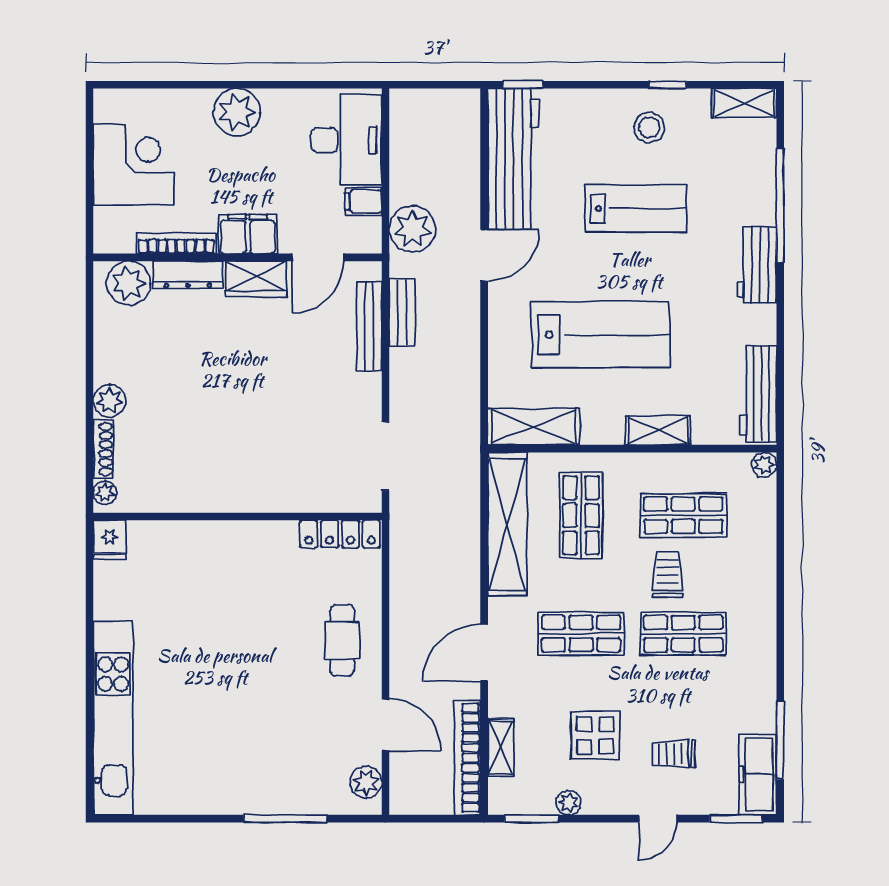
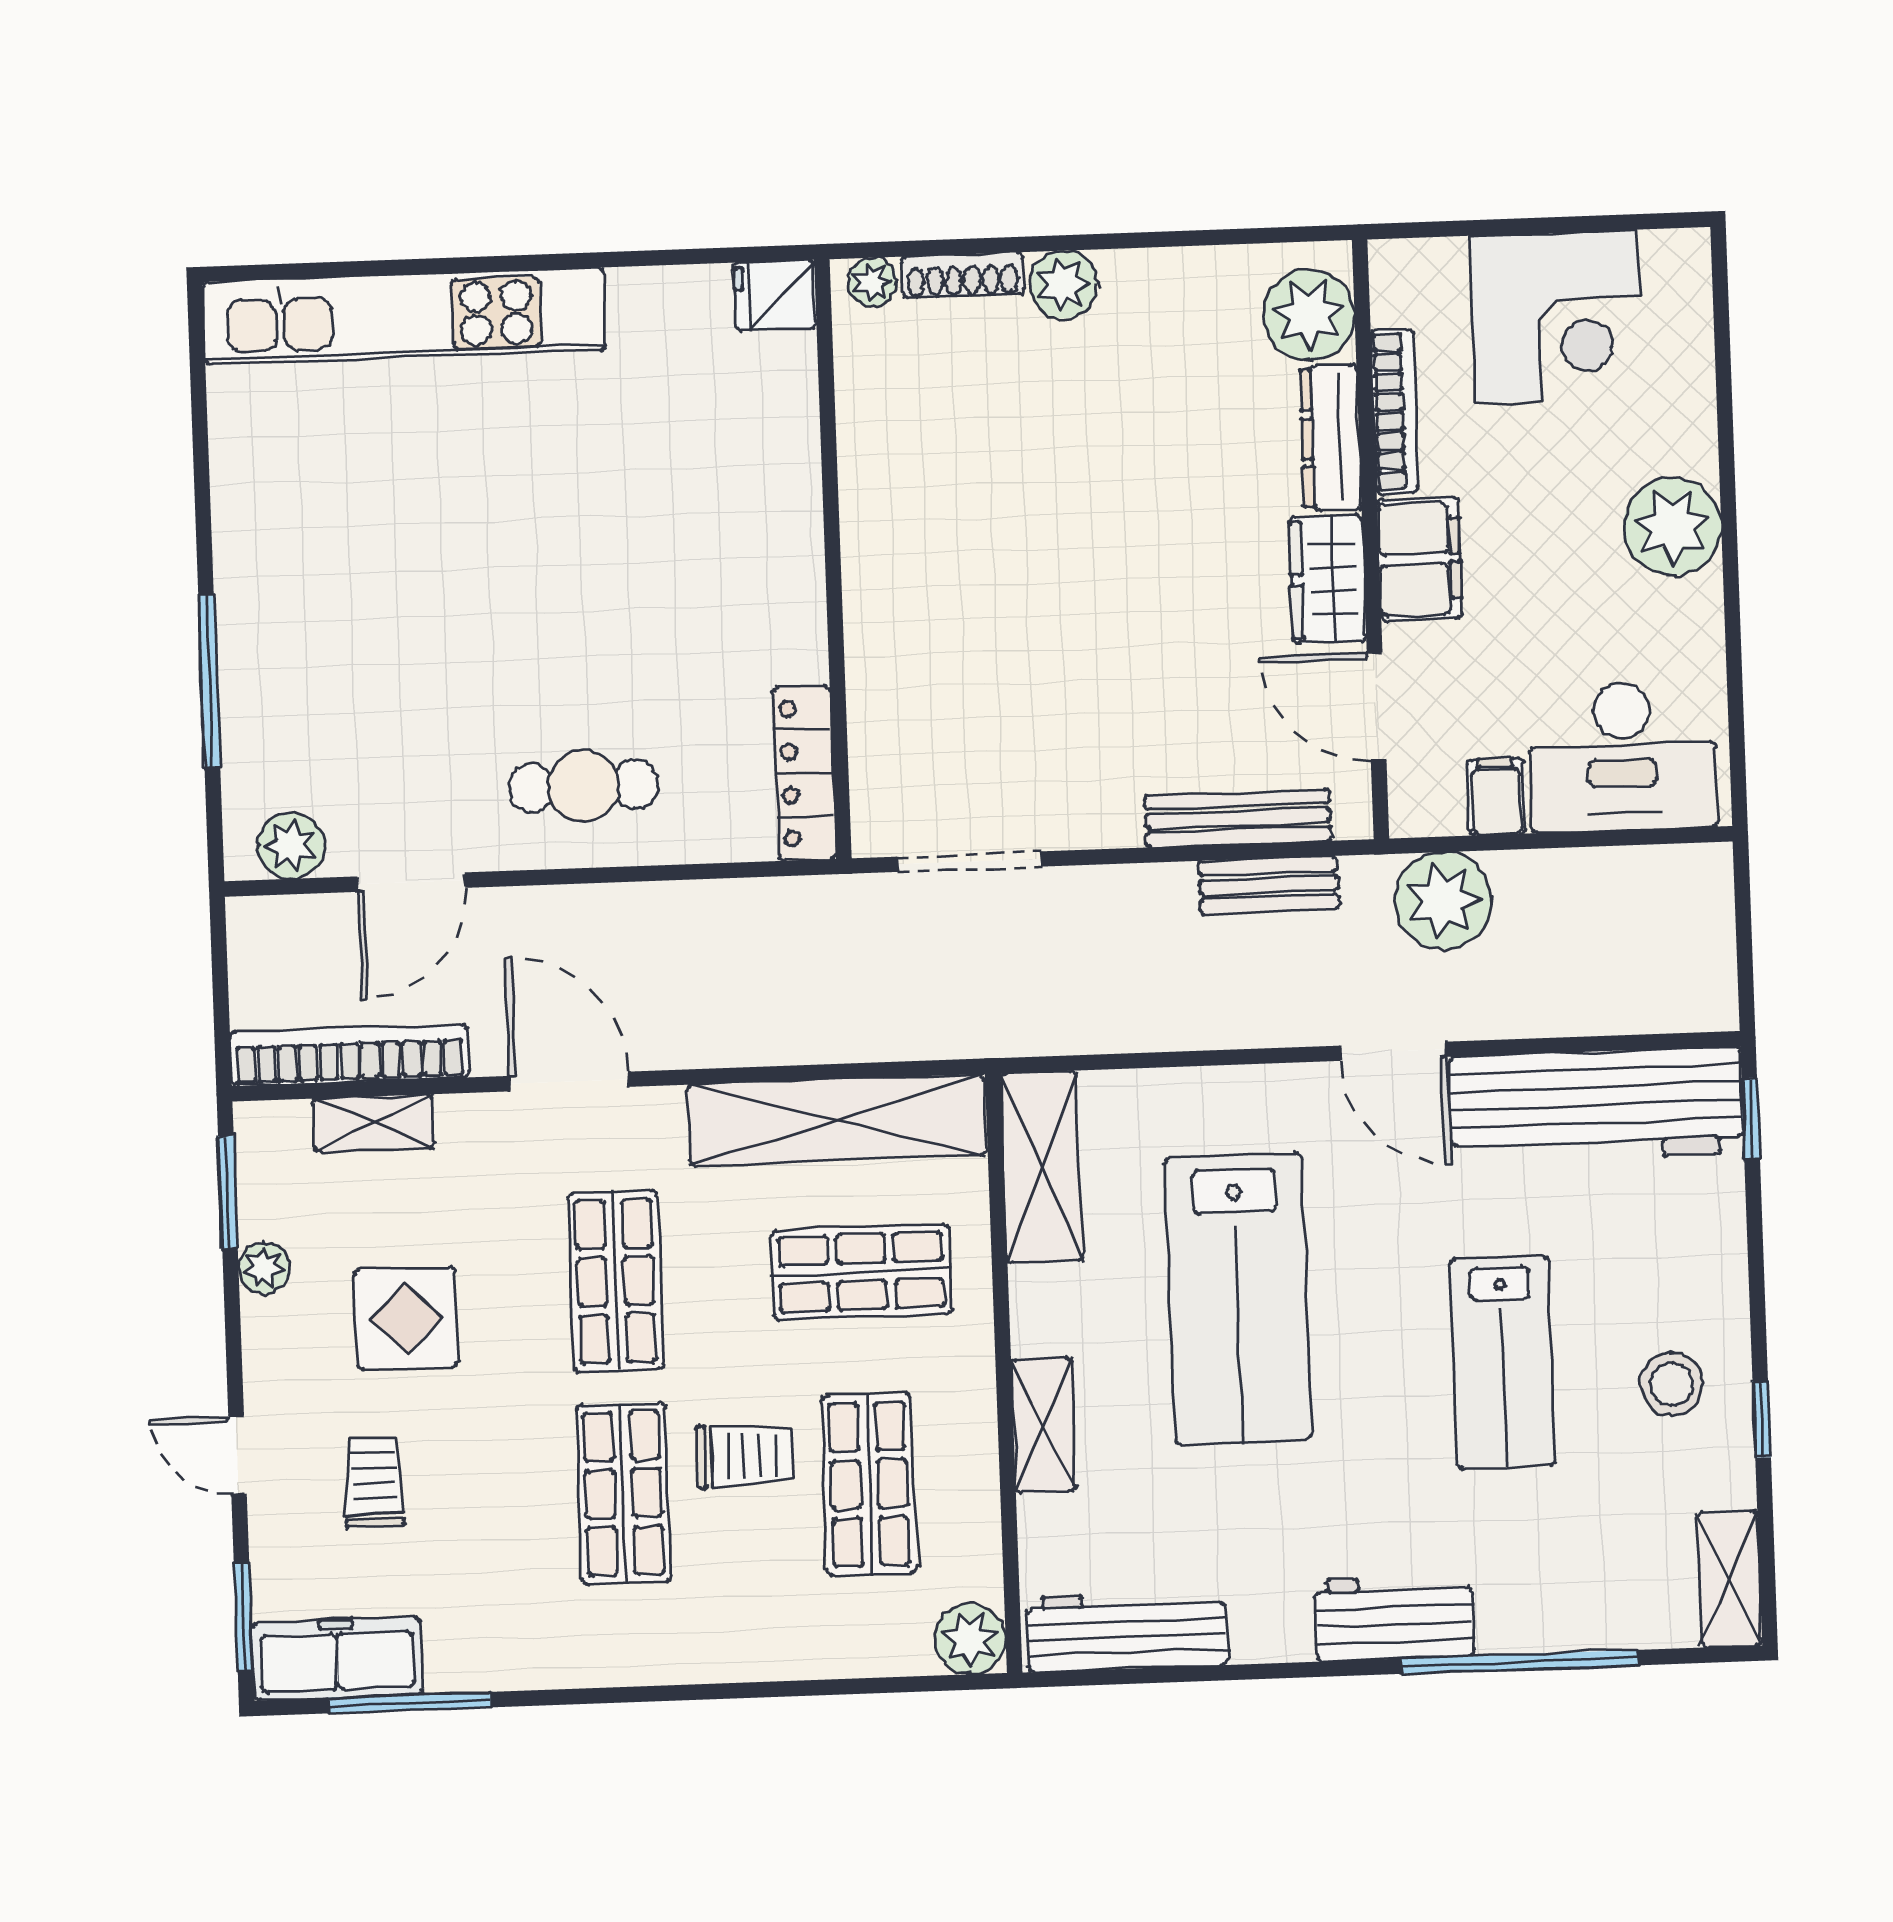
plant: (764, 465) -> (970, 1639), width x1.38, depth x1.38

